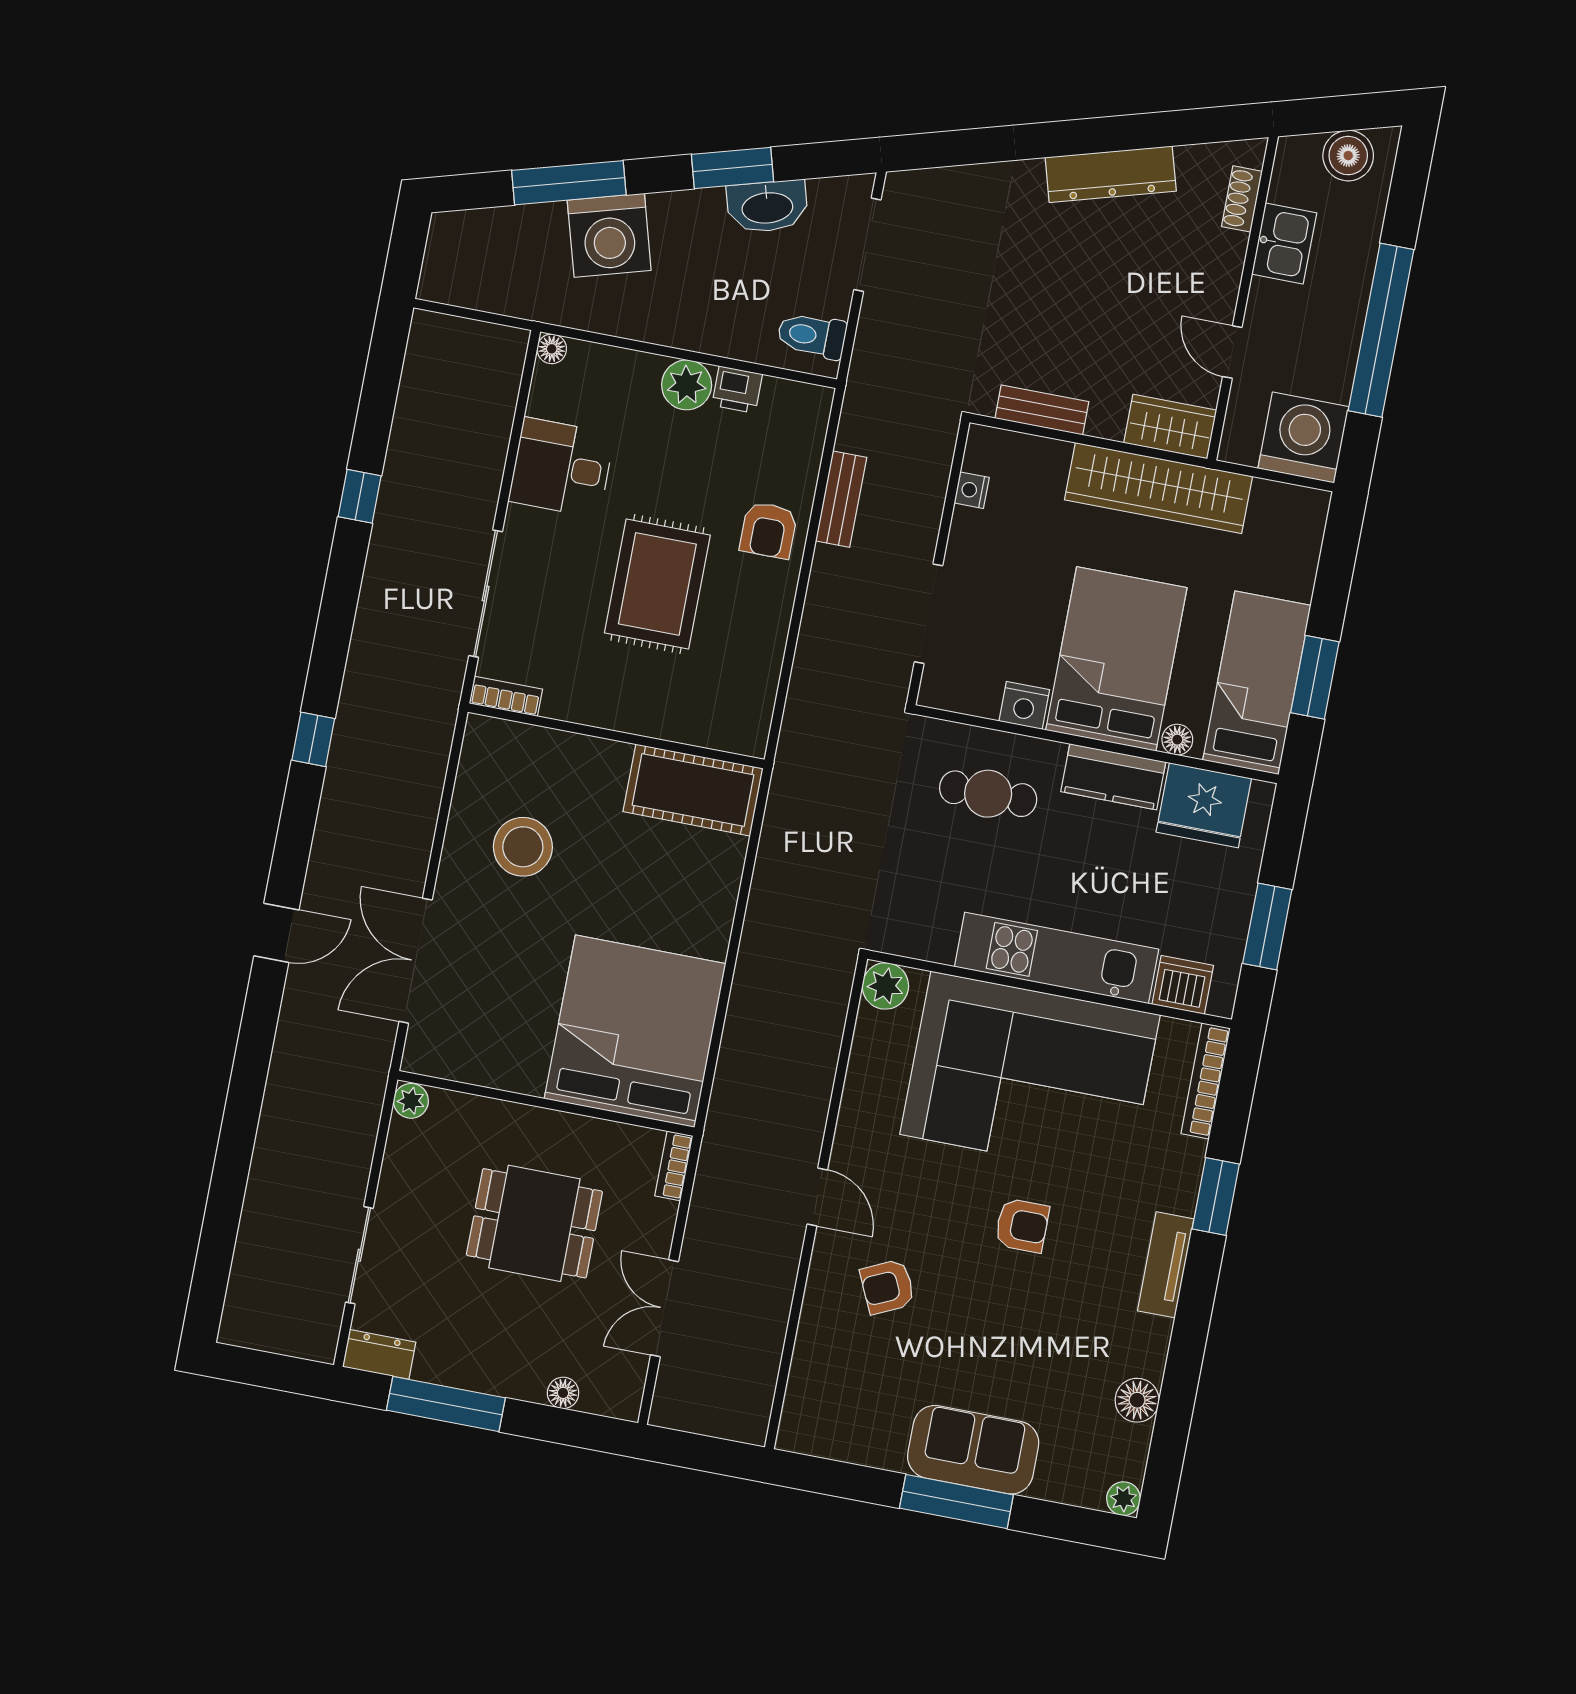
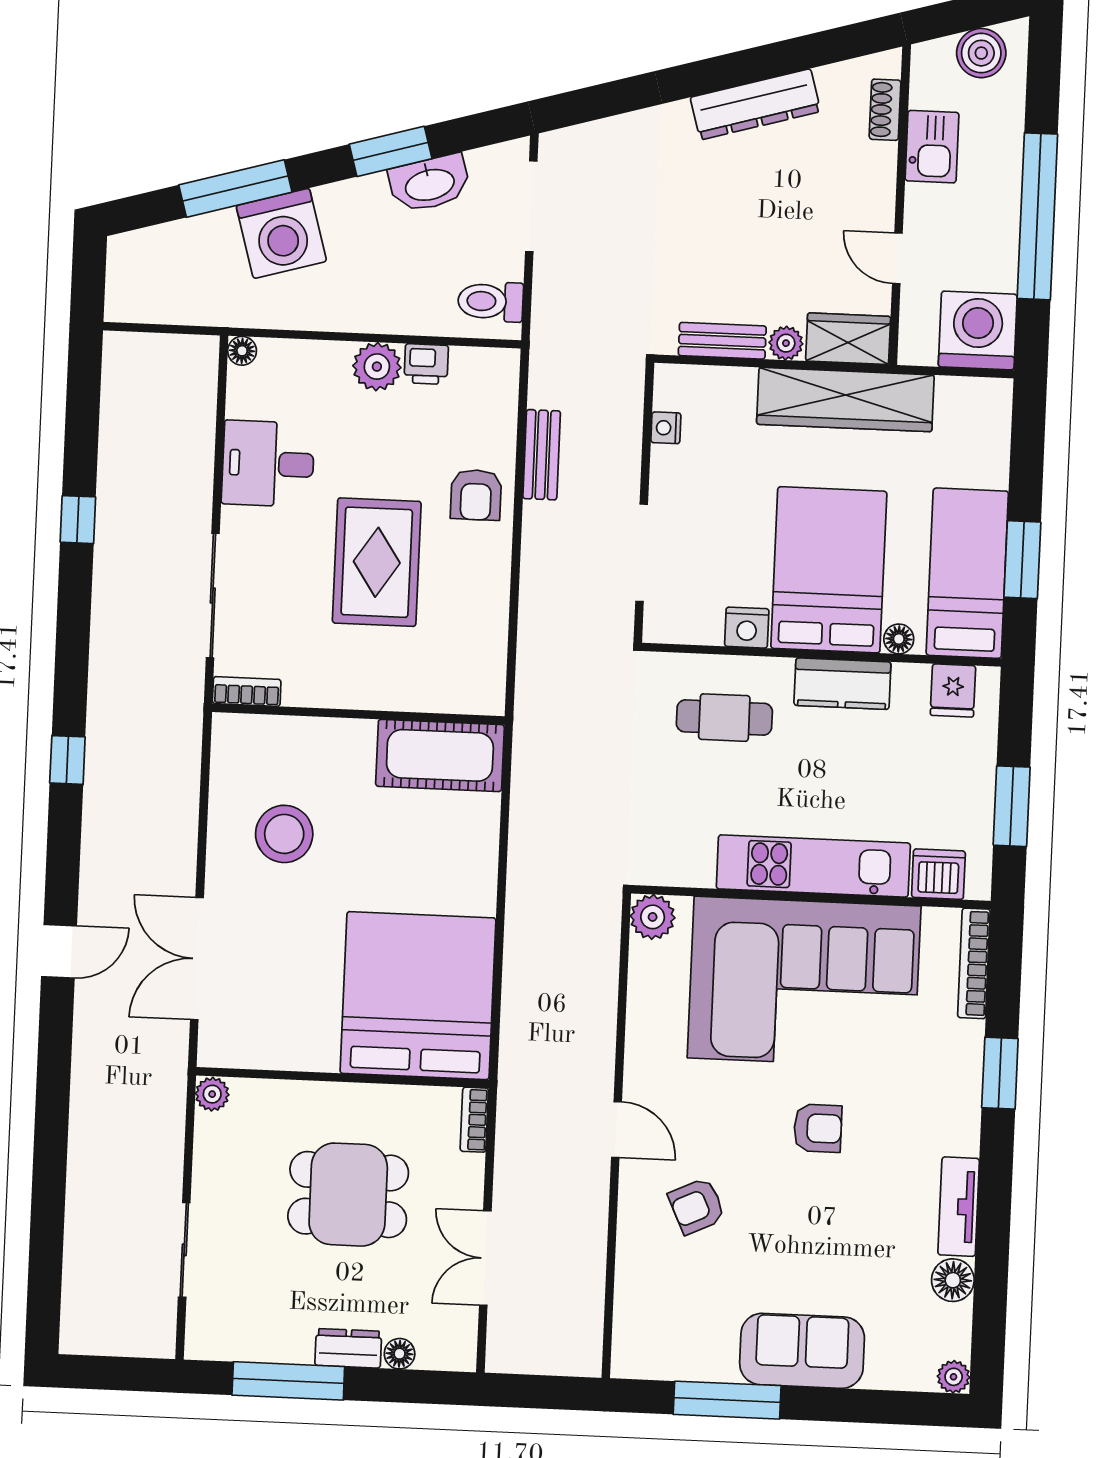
plant: (1106, 422) -> (786, 343), added
fridge: (1204, 805) -> (953, 690), width x0.53, depth x0.75
tv unit: (1166, 1265) -> (959, 1207), moved
dresser: (379, 1354) -> (348, 1348), moved
window: (956, 1501) -> (727, 1400), moved

